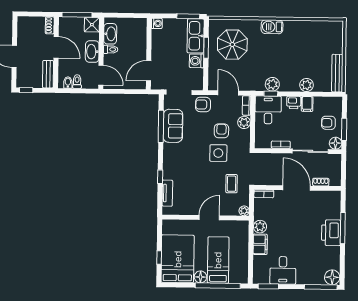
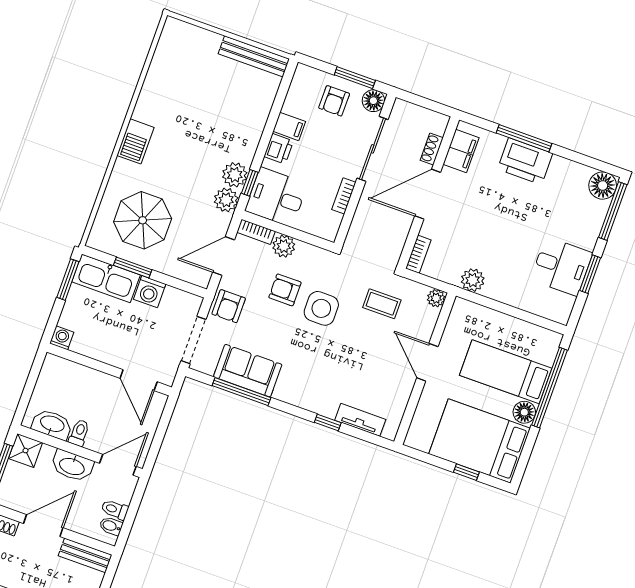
plant: (307, 85) -> (226, 200), moved
filing cabinet: (260, 244) -> (461, 151), moved, turned 90
window: (268, 286) -> (590, 274), moved

